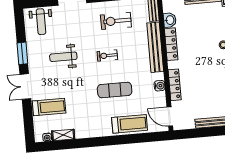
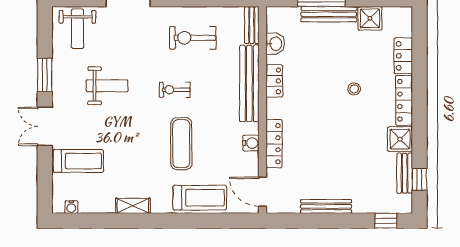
locker: (171, 44) -> (274, 81), width x0.66
weight bench: (63, 57) -> (107, 86), turned 180
exercise mat: (115, 90) -> (181, 144), turned 90
shelving: (63, 135) -> (133, 206), moved

